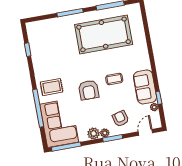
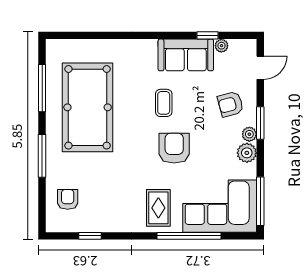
armchair: (47, 32) -> (68, 199), added
armchair: (89, 90) -> (174, 148), turned -90
door: (145, 132) -> (260, 68), swing flipped

